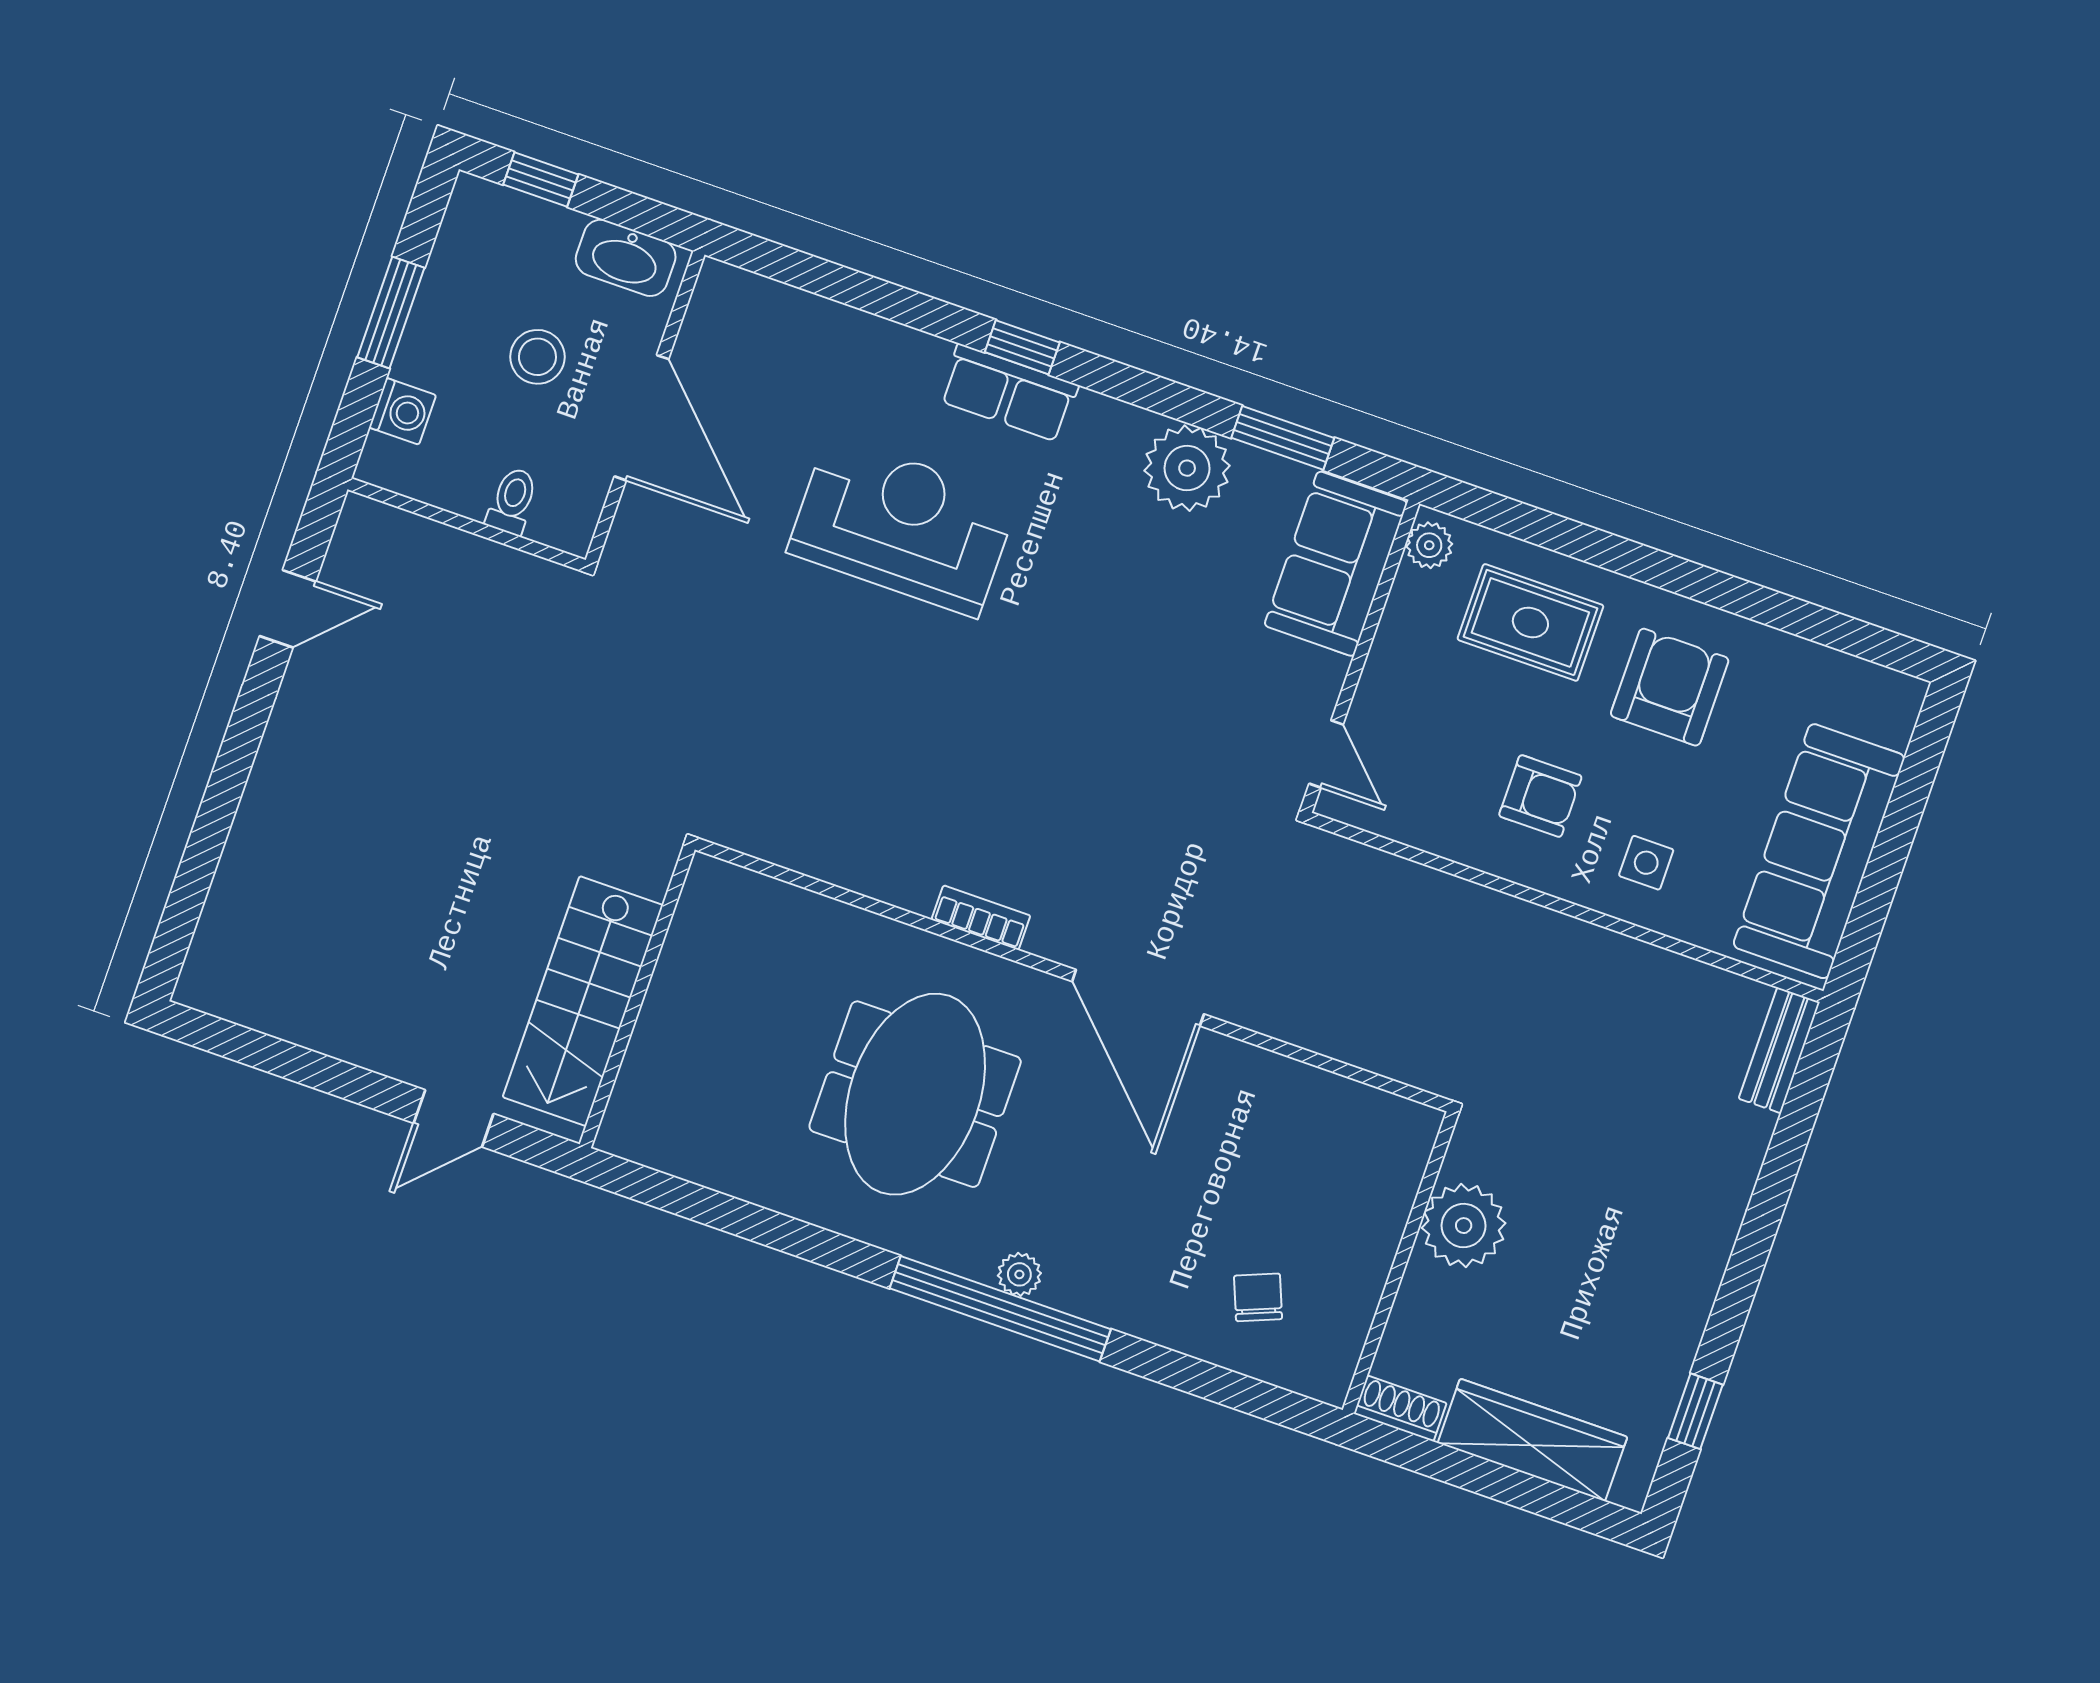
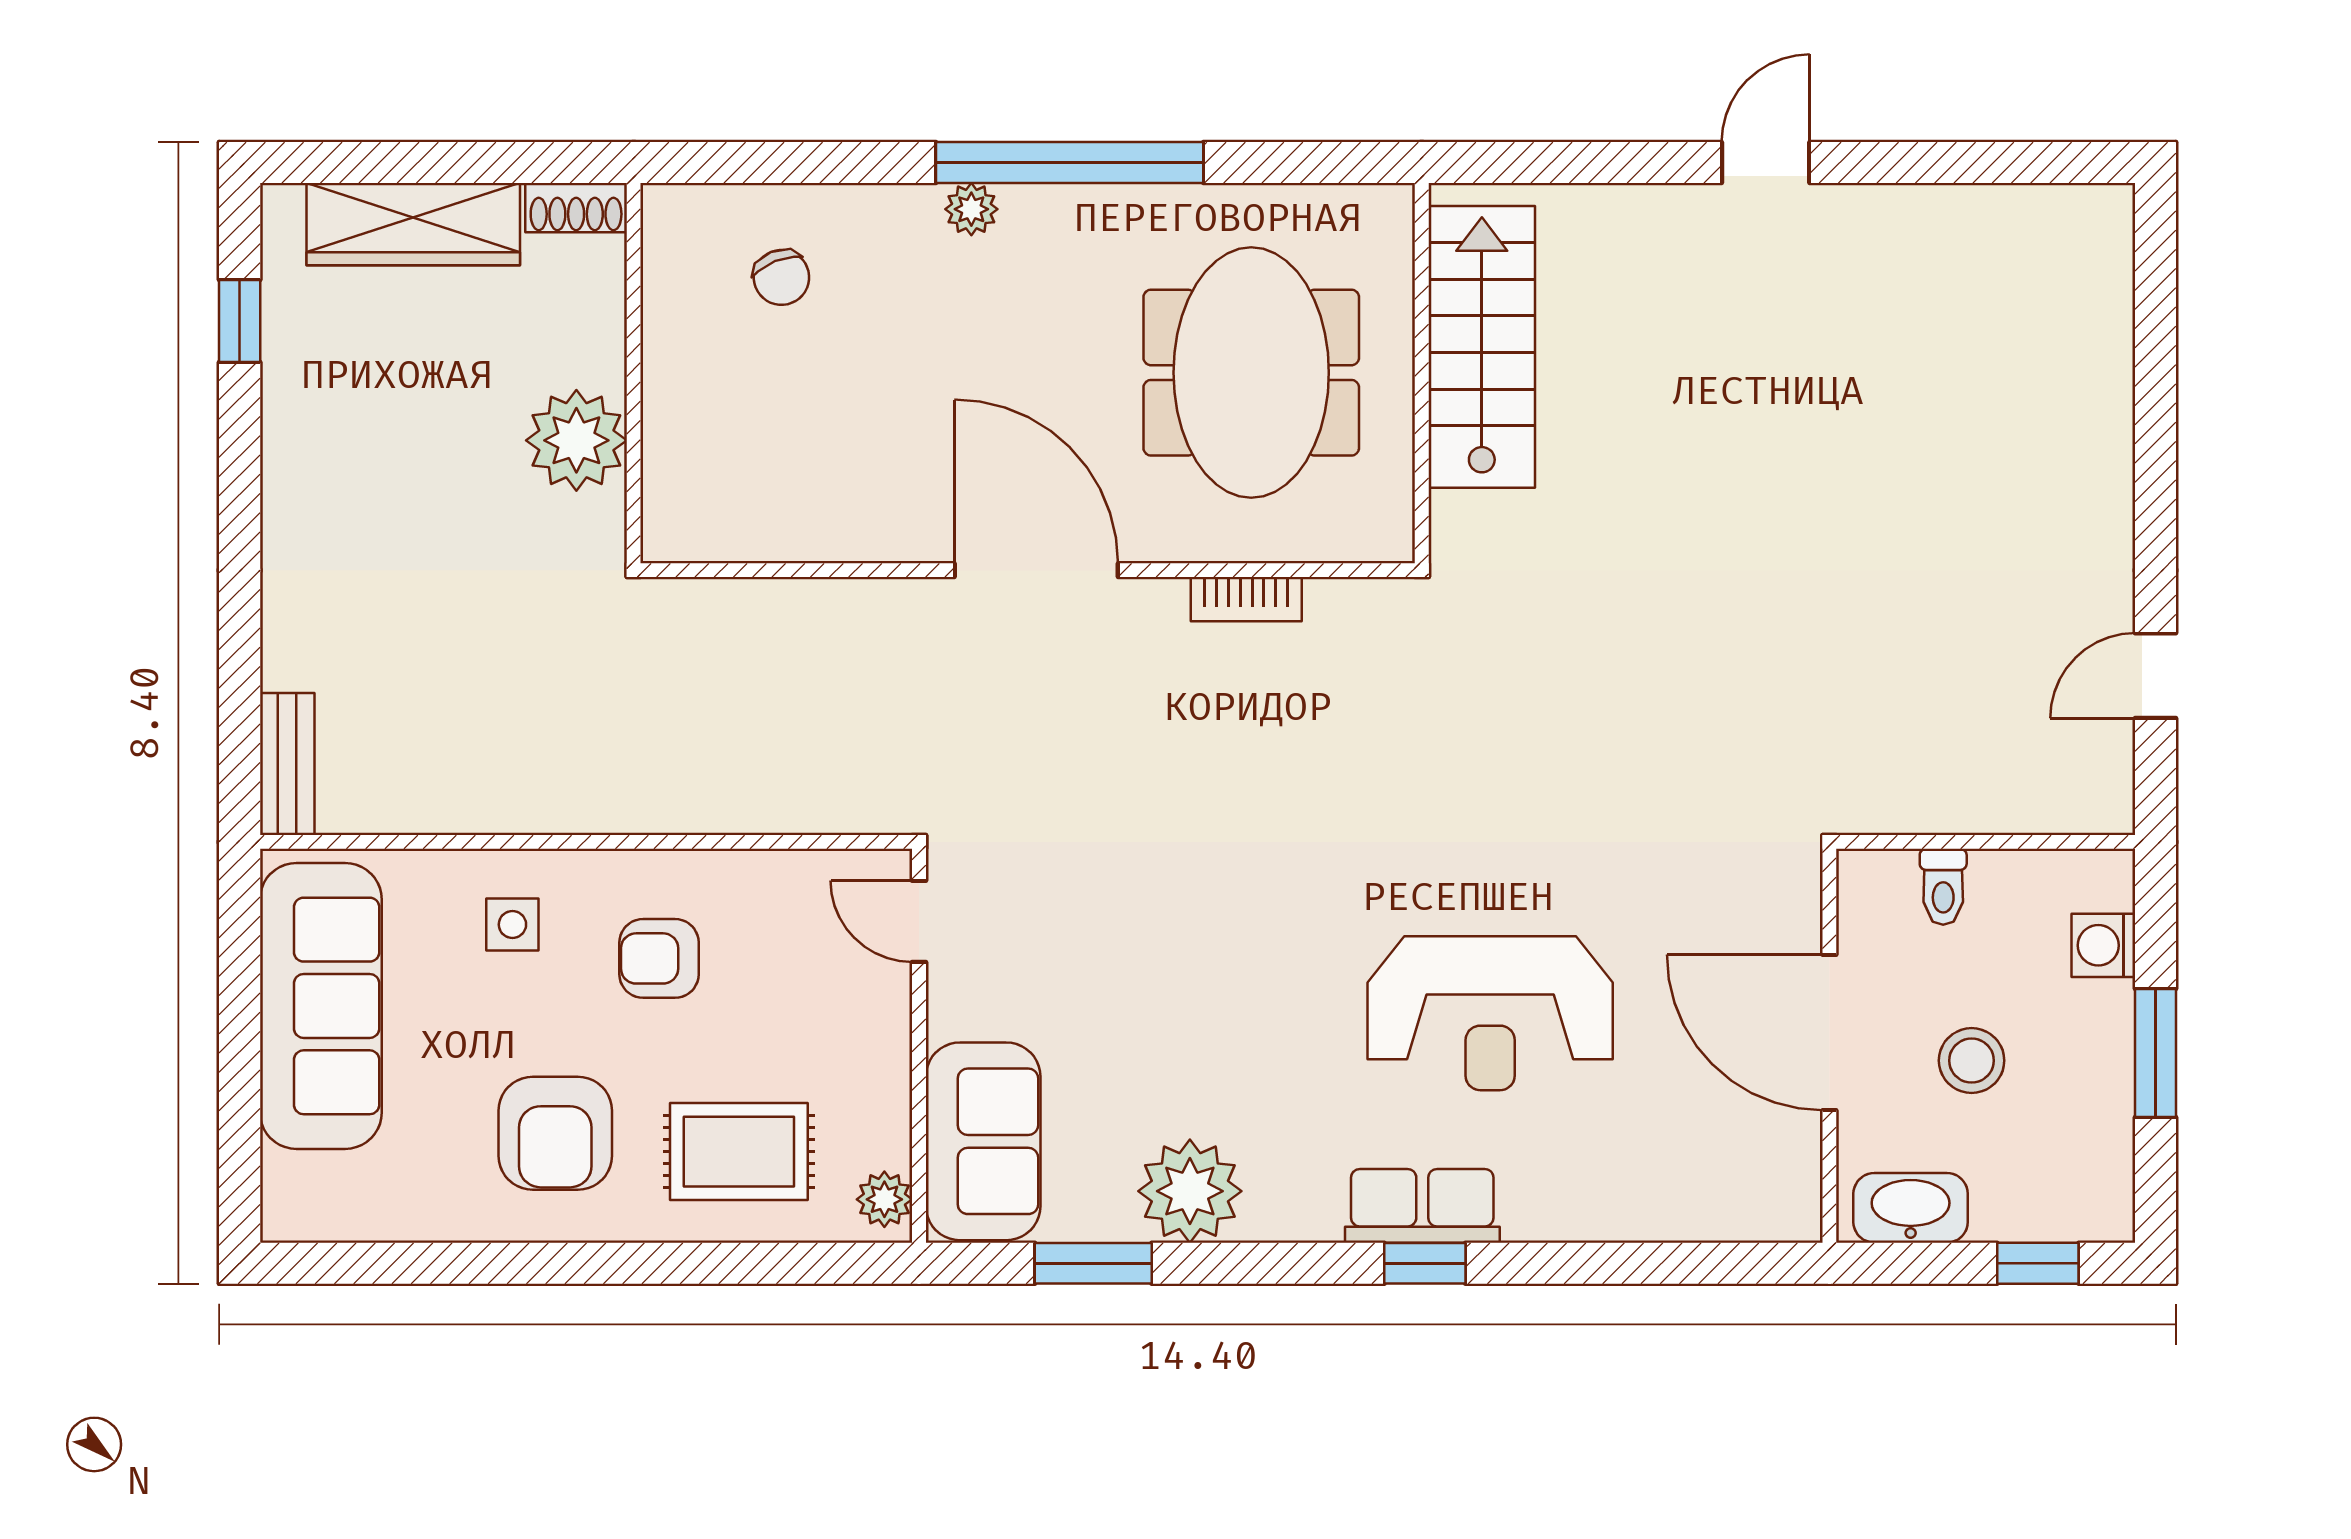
wall: (637, 997) -> (1422, 373), moved
stairs: (583, 1001) -> (1482, 347), moved
plant: (1019, 1274) -> (971, 209), moved

